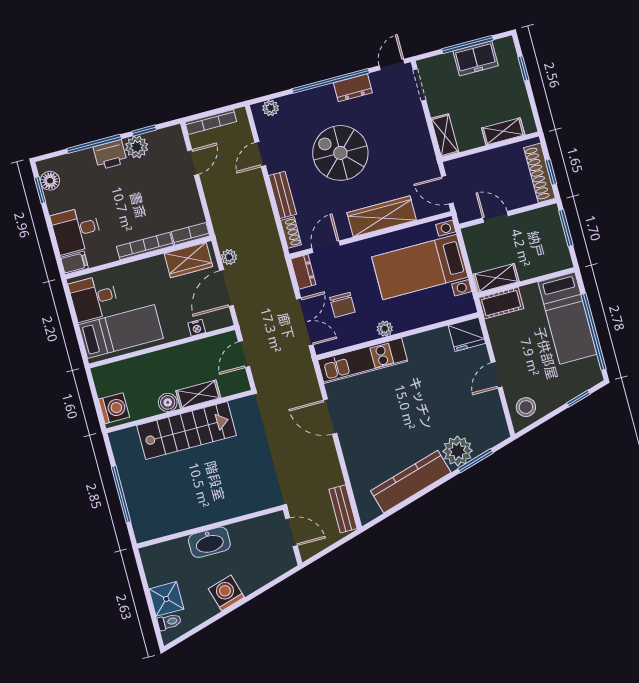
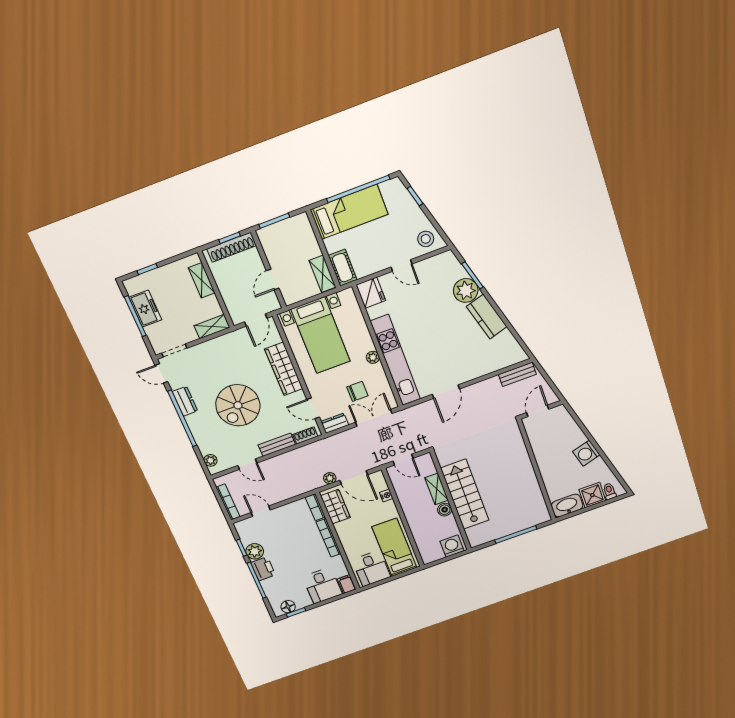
kitchen unit: (363, 361) -> (395, 360), width x1.36
kitchen counter: (411, 482) -> (487, 317), width x0.67
washbasin: (209, 542) -> (567, 506), moved, turned -90

